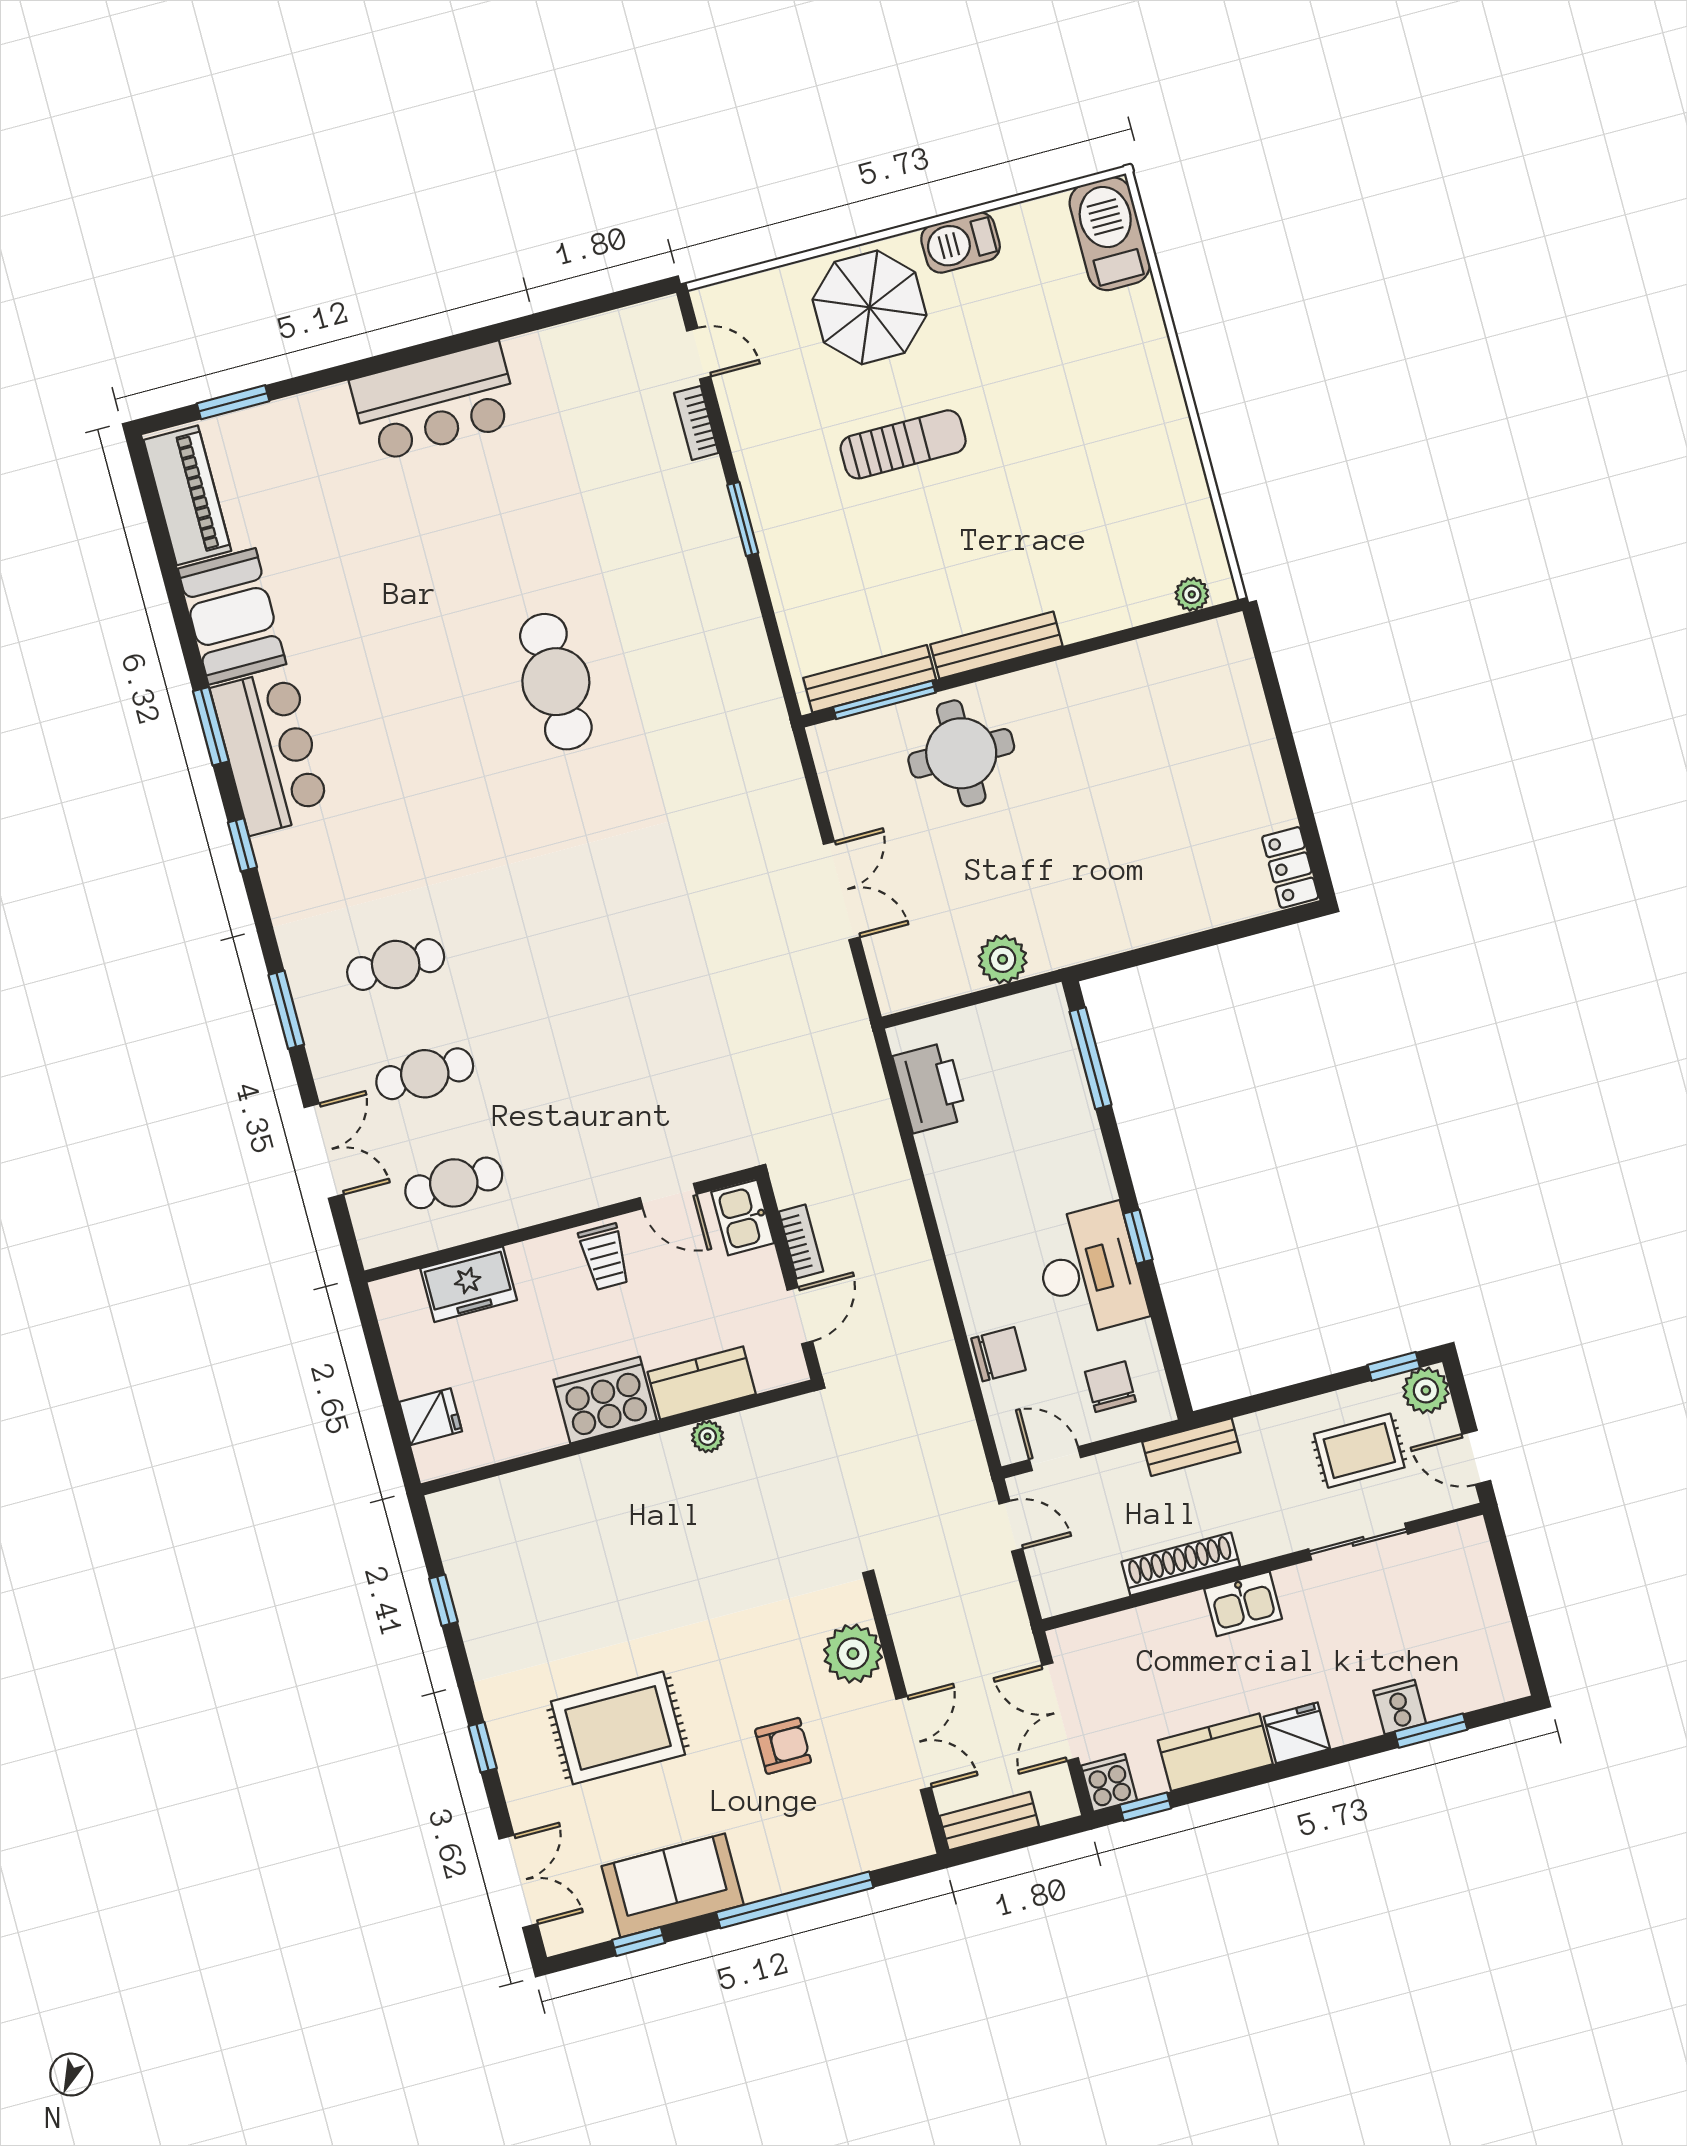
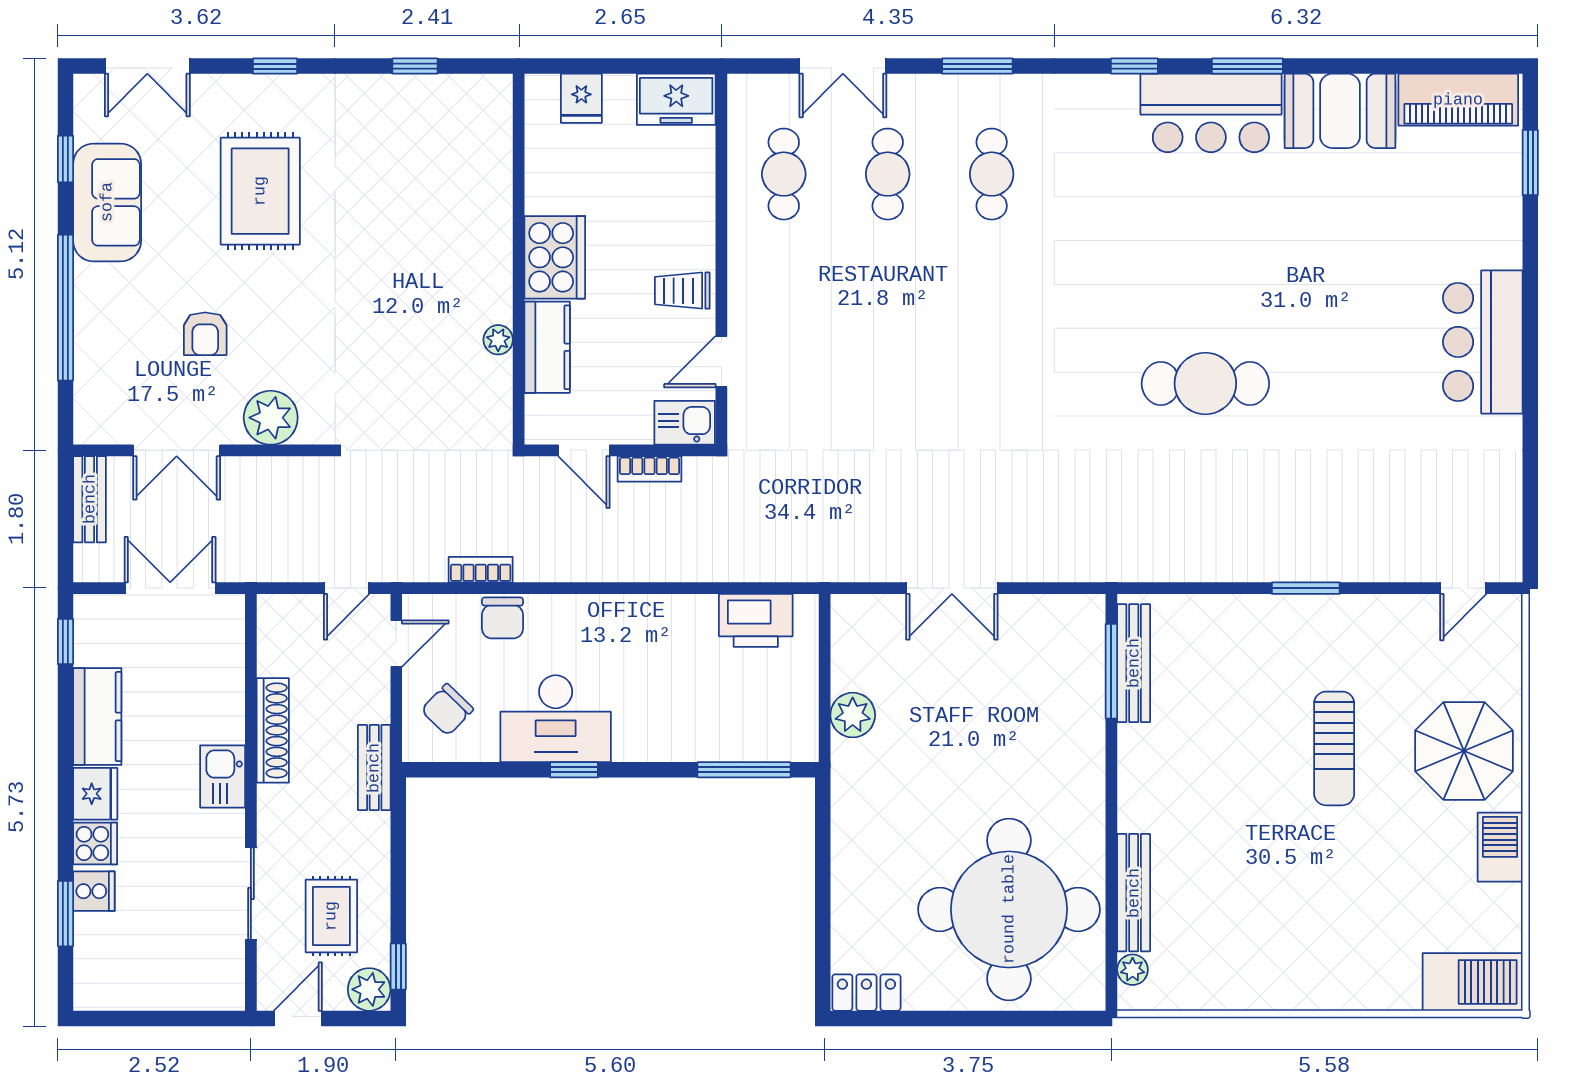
bookcase: (696, 423) -> (481, 570), moved
bench: (996, 645) -> (1134, 893), moved
round table: (961, 753) -> (1009, 909), moved, width x1.86, depth x1.86
freezer: (469, 1284) -> (676, 99), moved, turned -90
chair: (1110, 1387) -> (447, 710), turned 134
cooker: (1109, 1783) -> (95, 843), moved

